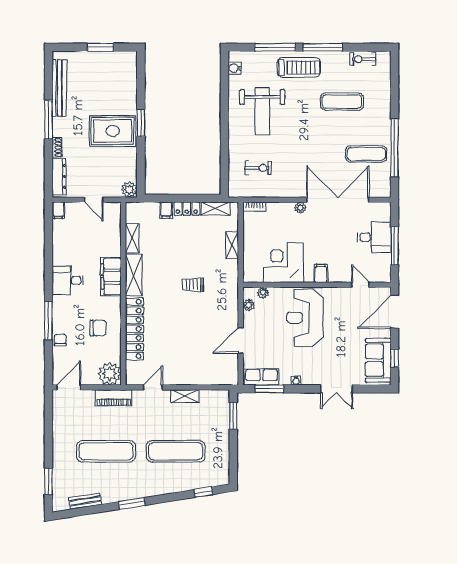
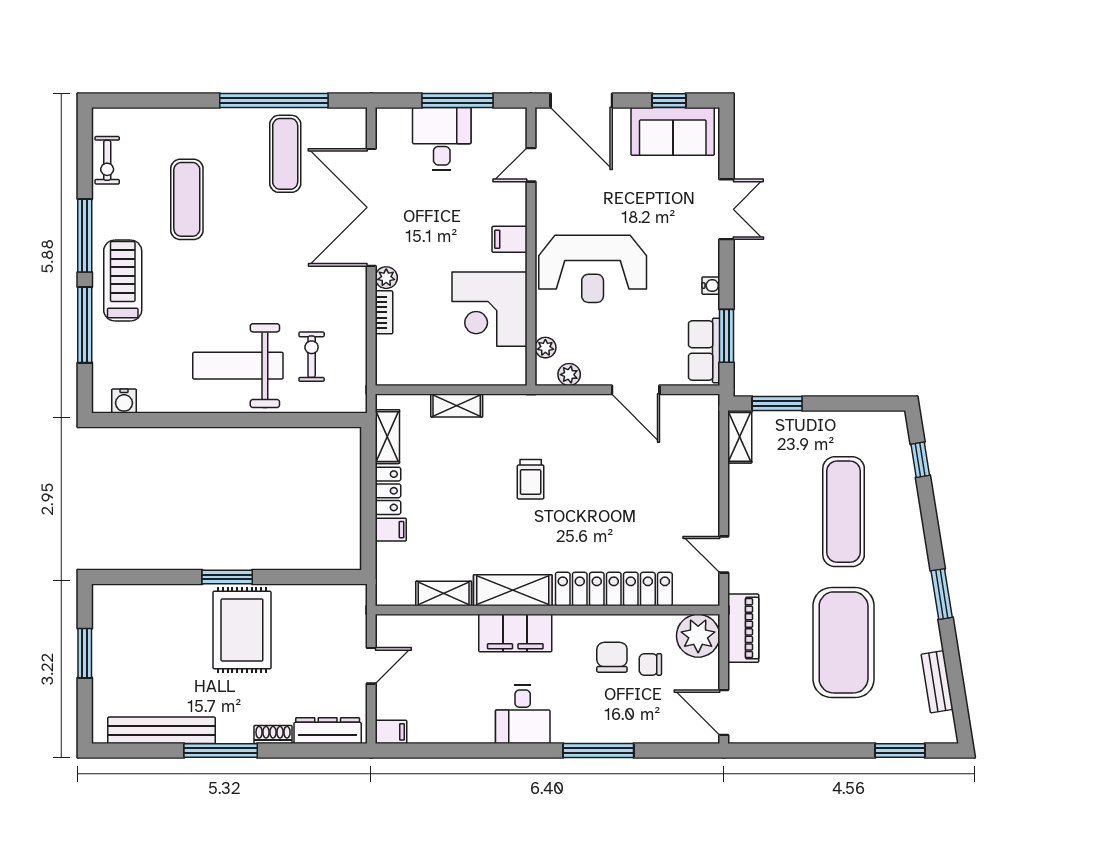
weight bench: (262, 111) -> (238, 366), moved, turned 180
plant: (129, 190) -> (352, 599), removed
bookcase: (254, 207) -> (384, 312), moved
chair: (60, 340) -> (650, 664), moved
shelving: (185, 396) -> (740, 437), moved
exercise mat: (106, 451) -> (844, 642), width x1.47

